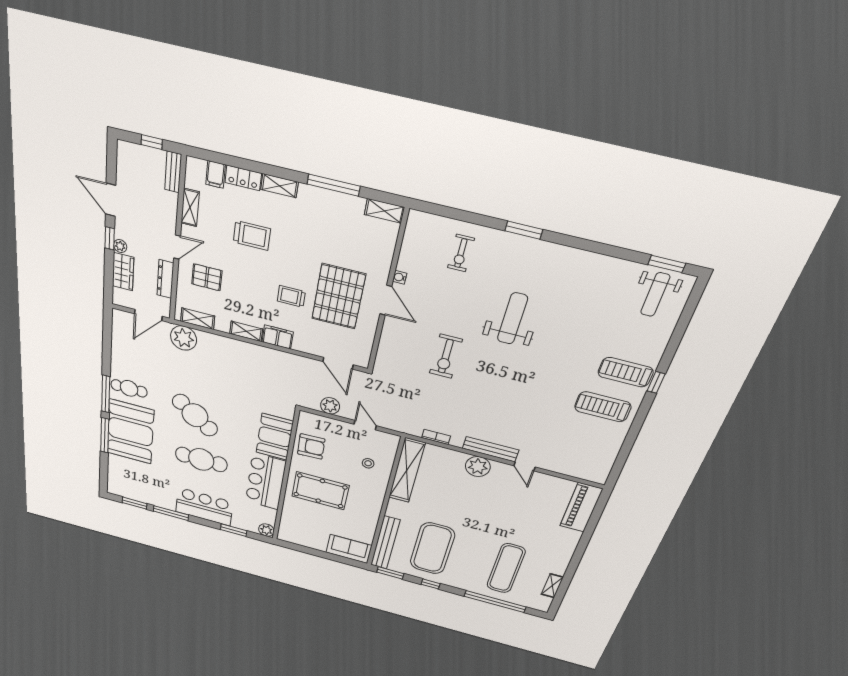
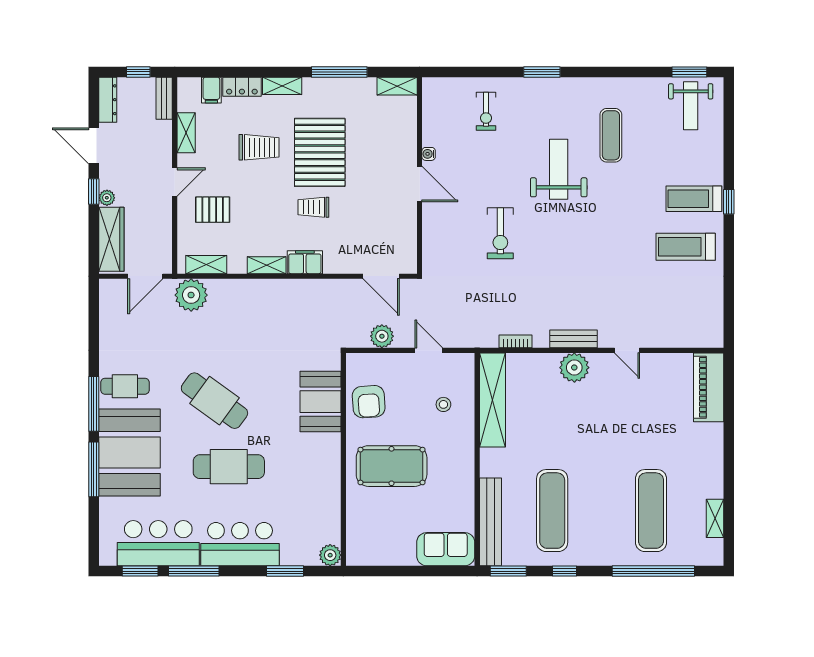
wardrobe: (123, 272) -> (111, 239), width x1.50
dresser: (165, 279) -> (108, 100), moved, turned 180
pallet: (339, 297) -> (320, 152), moved
exercise mat: (570, 302) -> (611, 135), added
armchair: (311, 446) -> (369, 402), turned 88
bench: (491, 449) -> (574, 339), width x0.73
bar counter: (266, 482) -> (158, 543), moved, turned 90
exercise mat: (432, 549) -> (552, 511), width x0.68

